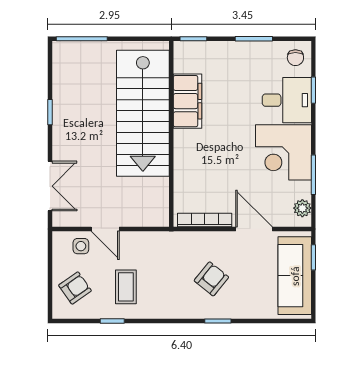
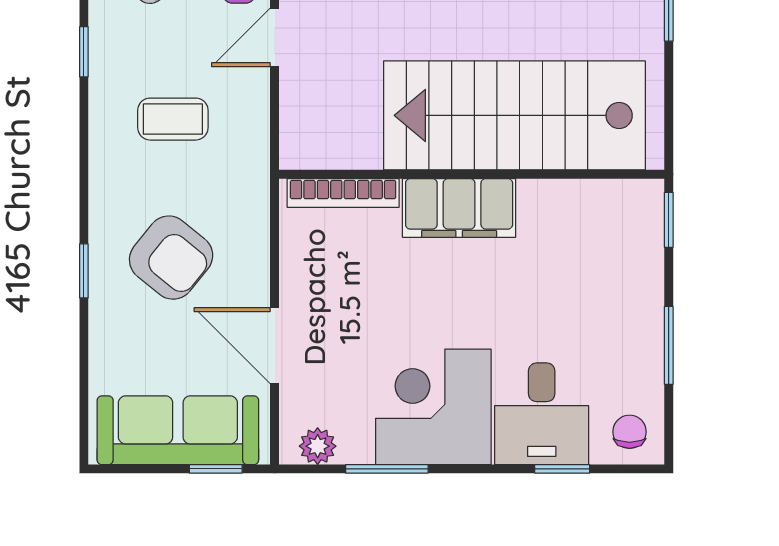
chair: (295, 58) -> (630, 432), turned 90
filing cabinet: (187, 101) -> (459, 208), moved
bookcase: (205, 220) -> (343, 193), moved, turned 90
door: (254, 229) -> (275, 346), swing flipped
armchair: (211, 279) -> (171, 258), width x1.38, depth x1.38
coffee table: (126, 287) -> (173, 119), moved

